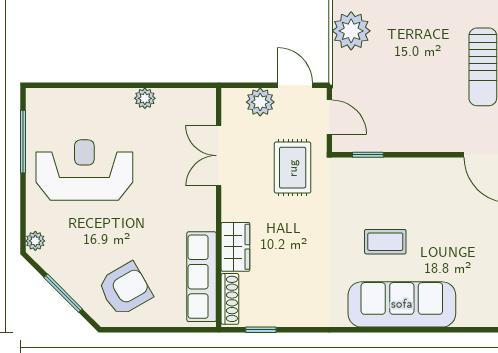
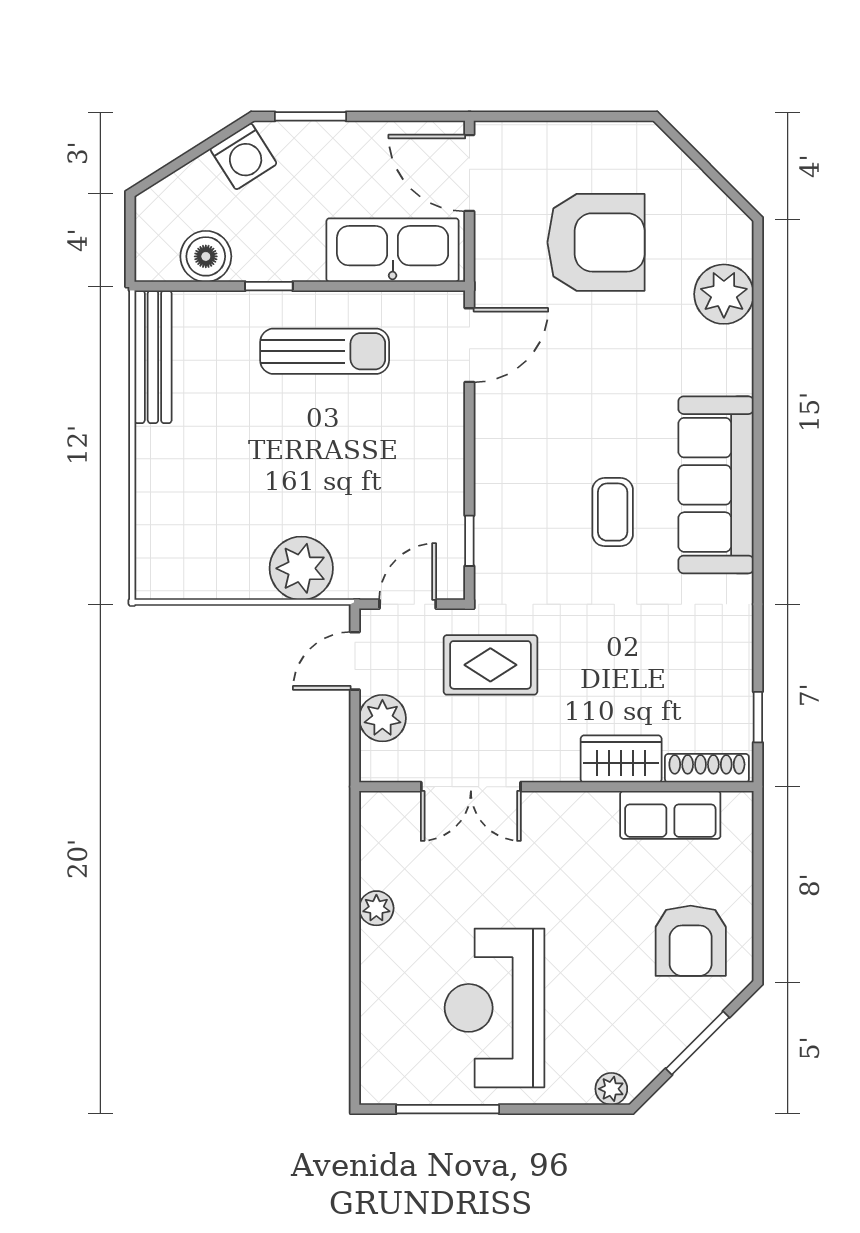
plant: (351, 31) -> (301, 568), moved
row of seats: (202, 277) -> (670, 815), width x0.68
armchair: (125, 289) -> (691, 941), turned -150

